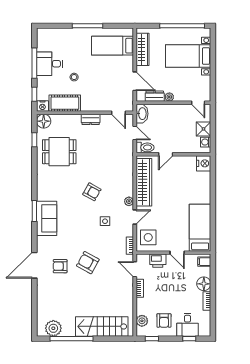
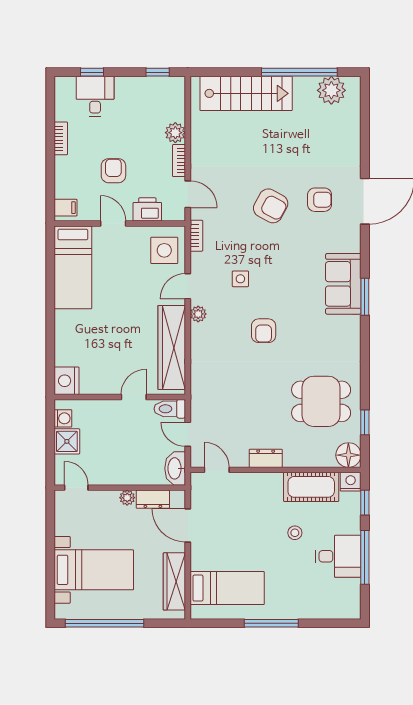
armchair: (92, 192) -> (264, 331), turned -119
floor lamp: (204, 284) -> (66, 169), removed
armchair: (164, 320) -> (113, 171), moved
plant: (142, 321) -> (175, 133), moved

